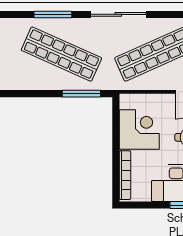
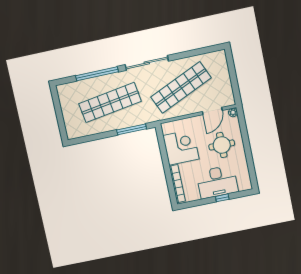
window: (53, 14) -> (97, 74), width x1.46
shop shelf: (61, 54) -> (110, 103), turned -33

